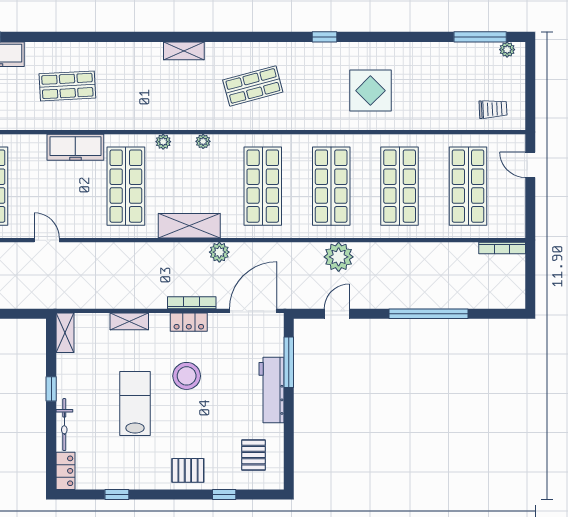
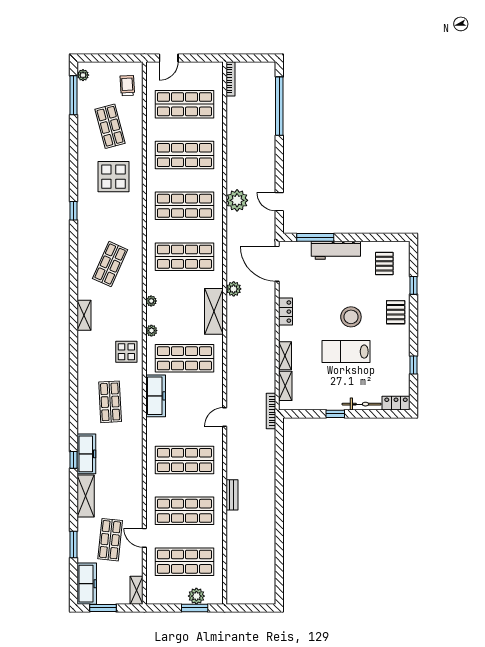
shop shelf: (253, 86) -> (110, 264), turned 39
shop shelf: (438, 86) -> (110, 126), added
display table: (135, 108) -> (126, 352), added
bookcase: (192, 303) -> (271, 411), moved
window: (428, 314) -> (279, 106), moved
shelving: (65, 333) -> (285, 386), moved, turned 90
stool: (187, 376) -> (351, 317), moved
pallet: (254, 455) -> (384, 264), turned 90

